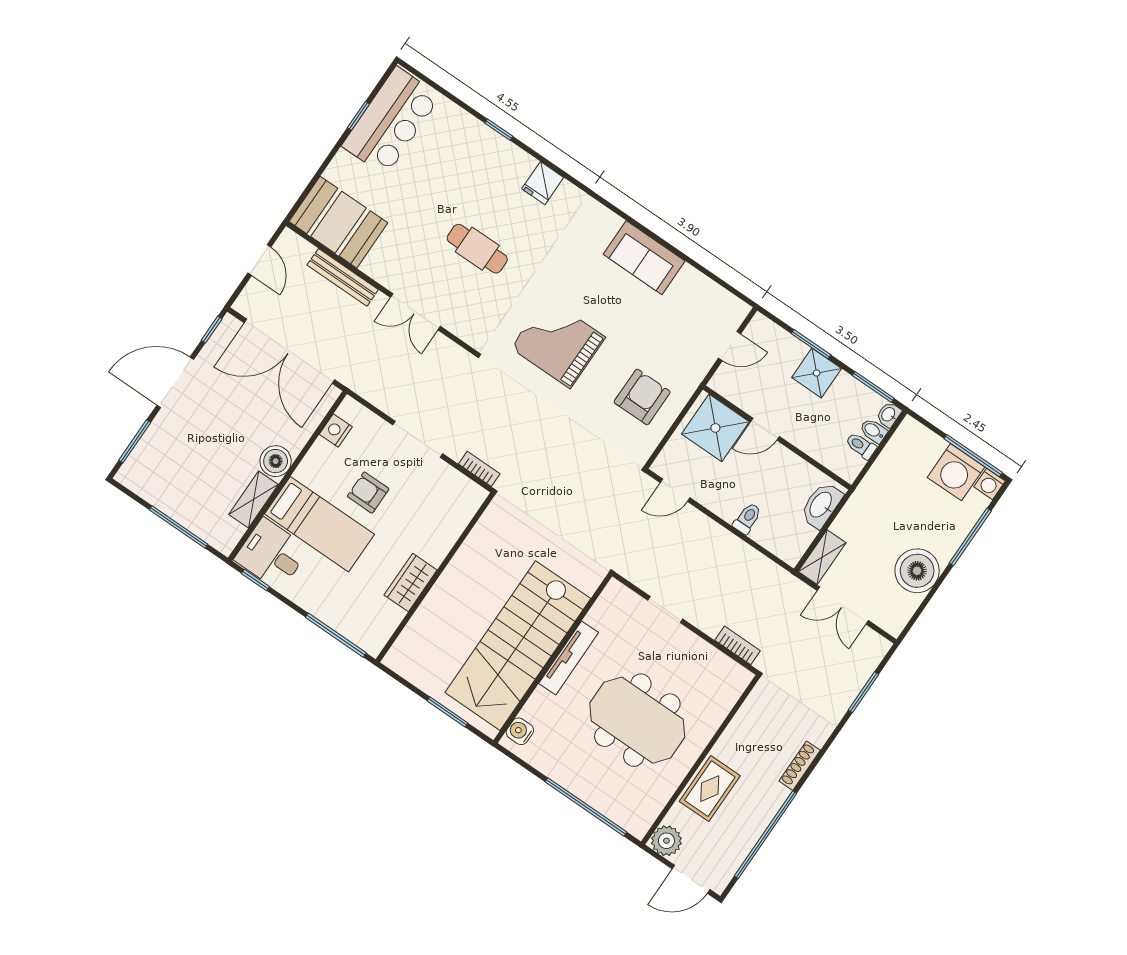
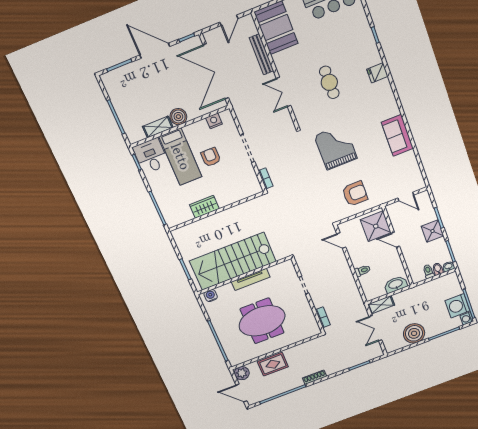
meeting table: (637, 720) -> (262, 321), turned 90

